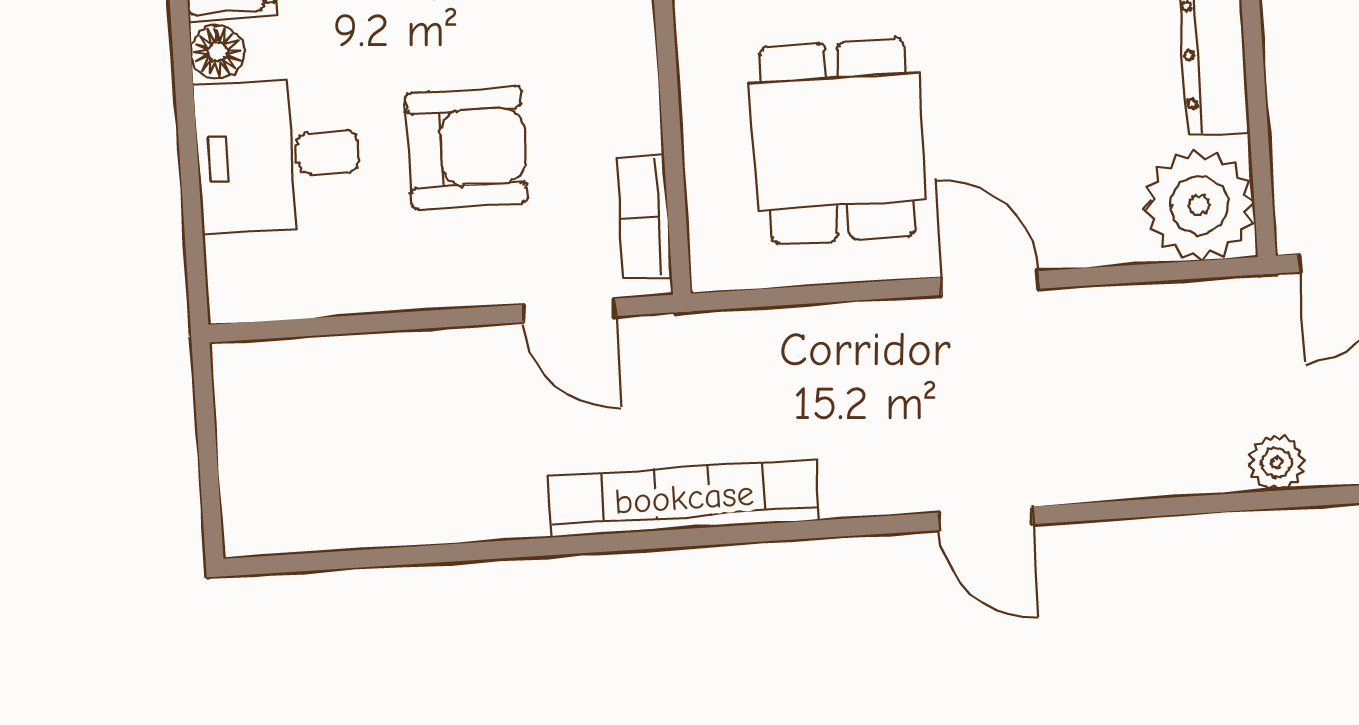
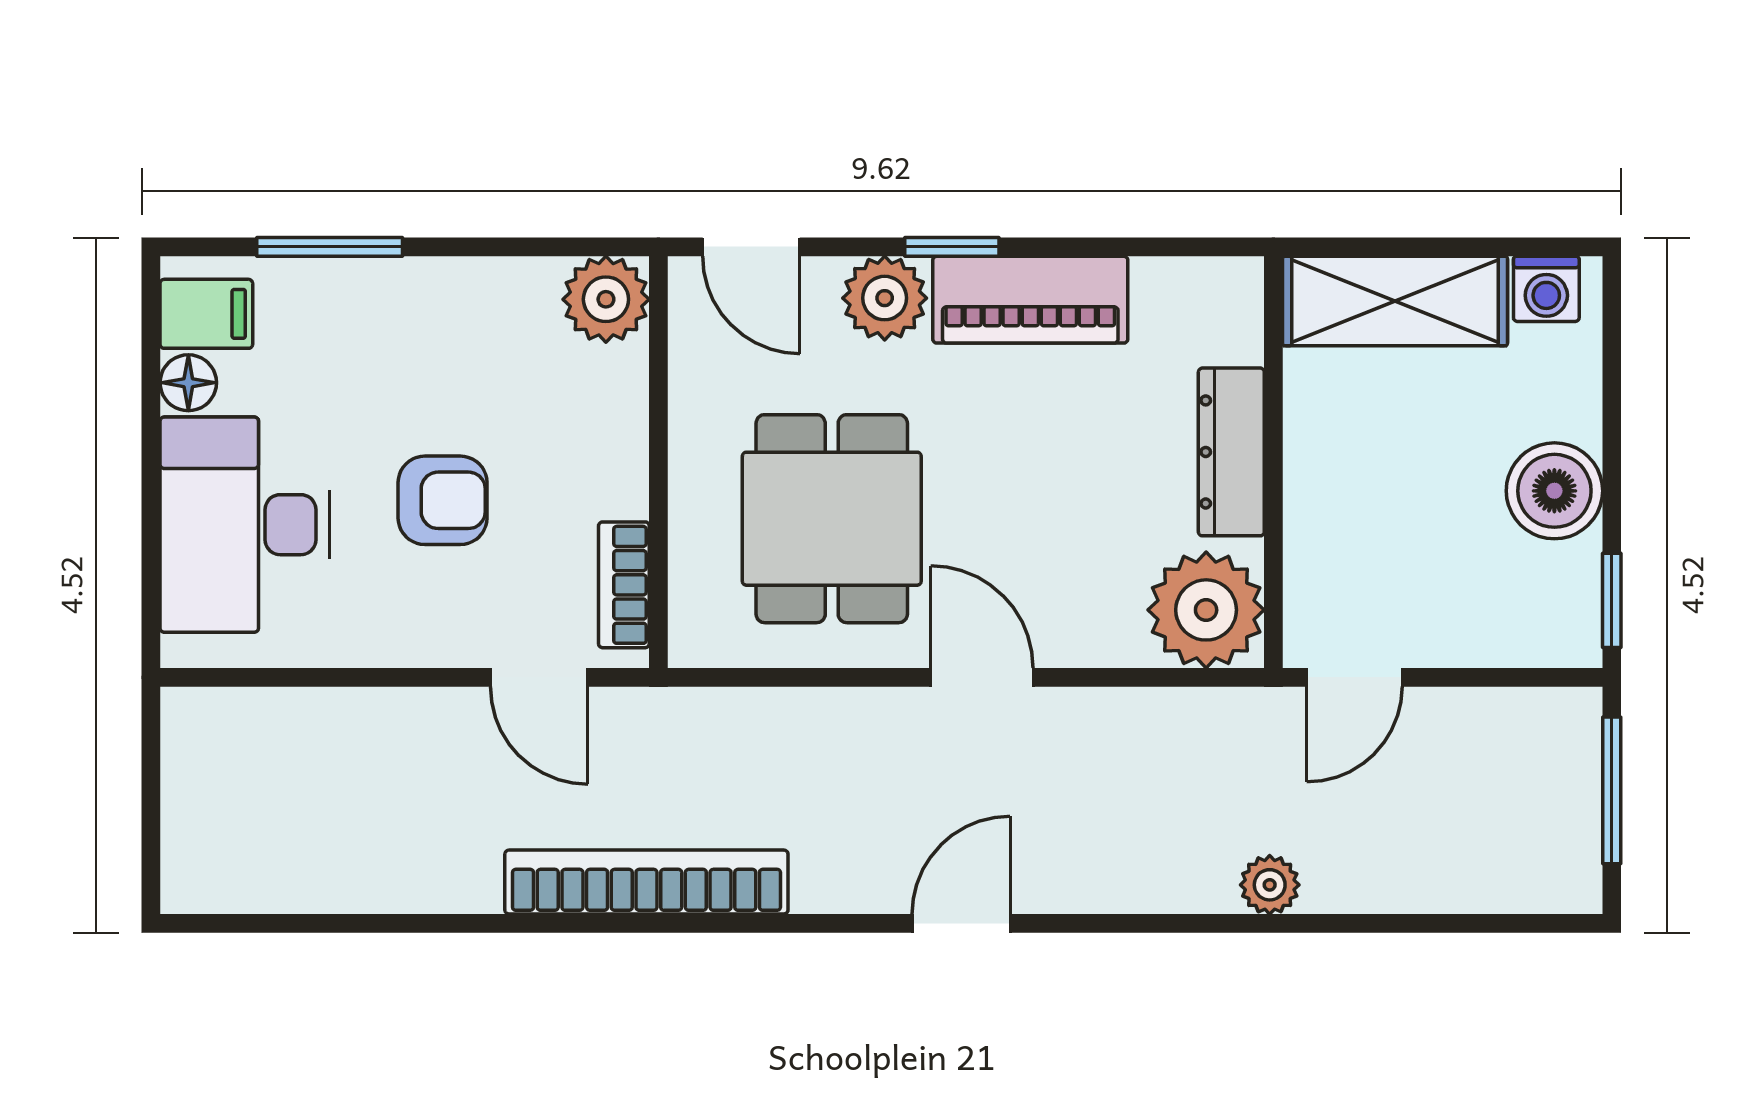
armchair: (466, 148) -> (443, 500), width x0.72, depth x0.72
desk: (278, 155) -> (245, 525), width x1.37
door: (986, 518) -> (961, 923), swing flipped

